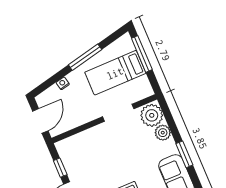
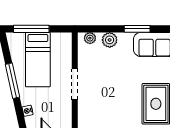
doorway: (118, 113) -> (75, 84), moved
plant: (152, 115) -> (90, 38), width x0.53, depth x0.53

